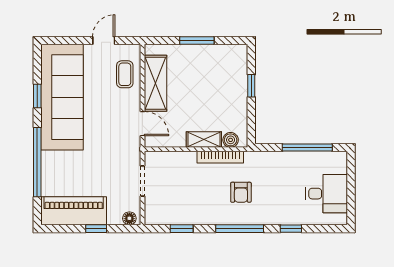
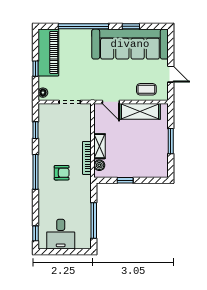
window: (251, 86) -> (125, 180), moved
door: (142, 124) -> (111, 102), hinge flipped
armchair: (241, 192) -> (62, 173), turned 180
window: (291, 229) -> (35, 233), moved

